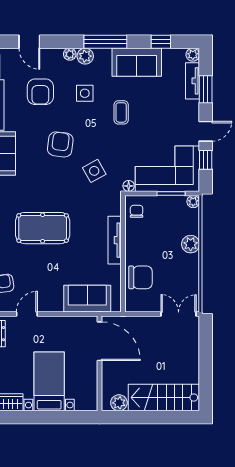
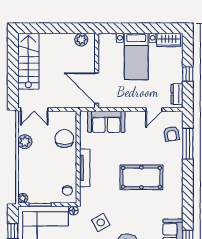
plant: (191, 244) -> (25, 142), moved
chair: (140, 277) -> (64, 139), turned 90
stairs: (164, 398) -> (28, 61), moved, turned -90

